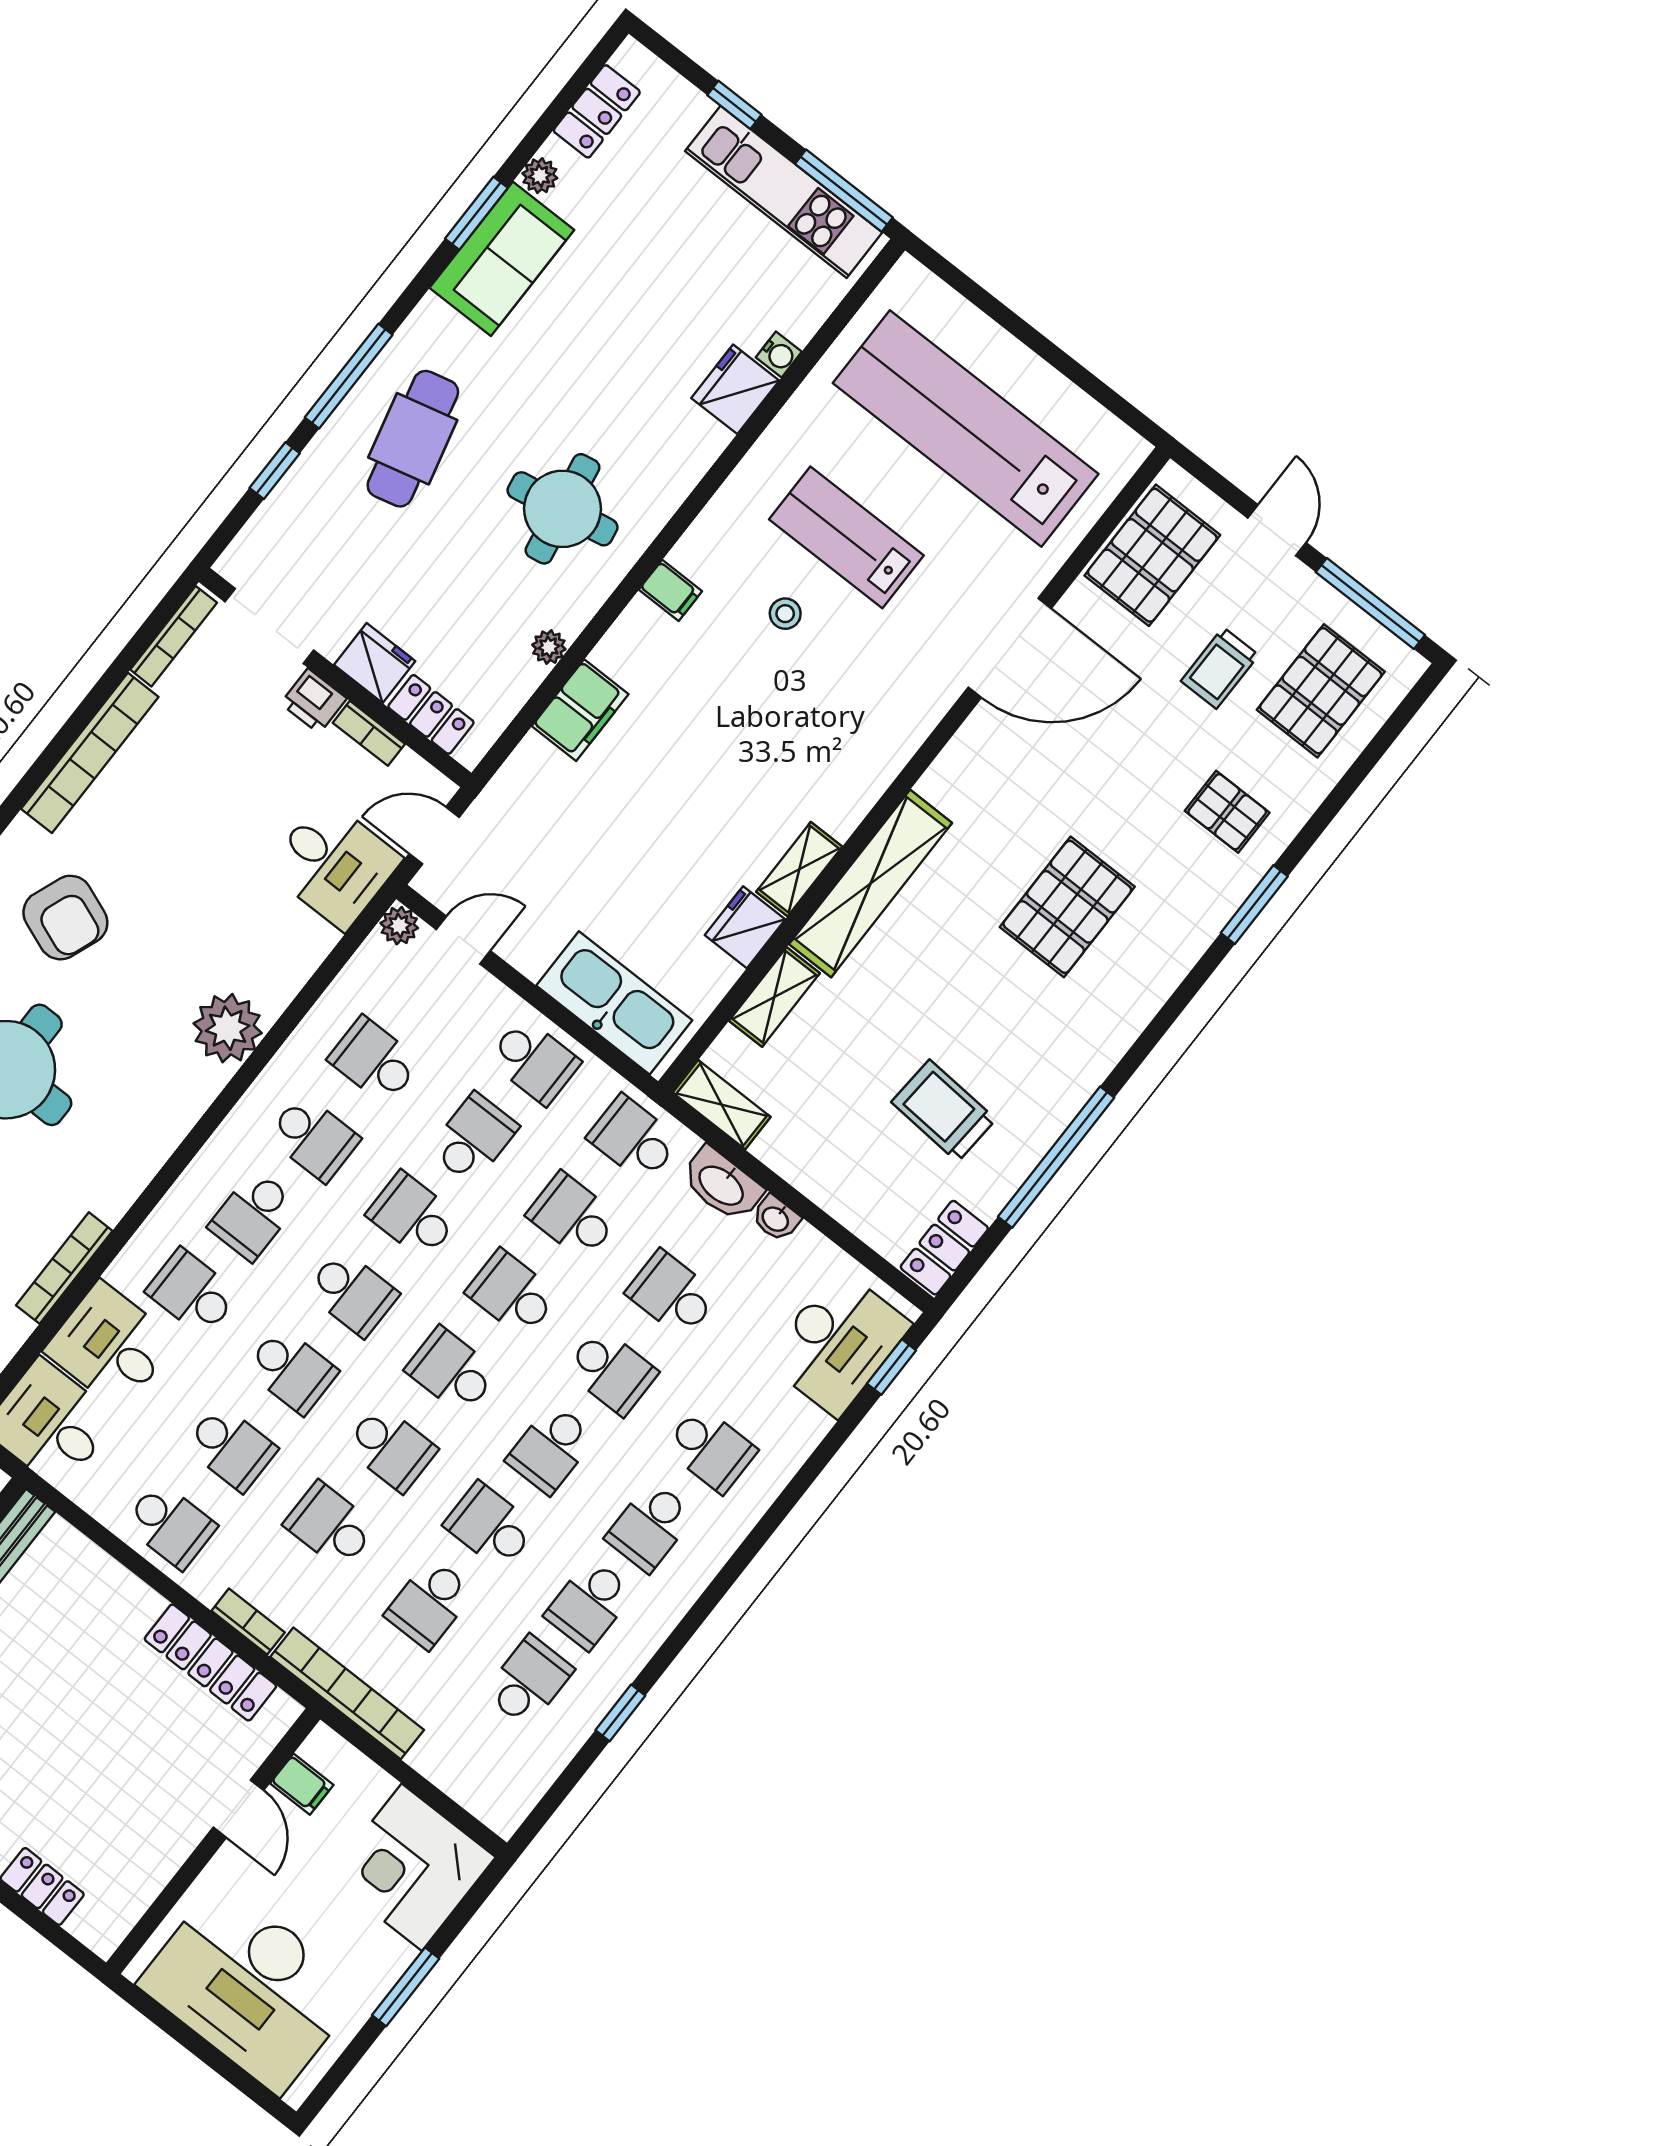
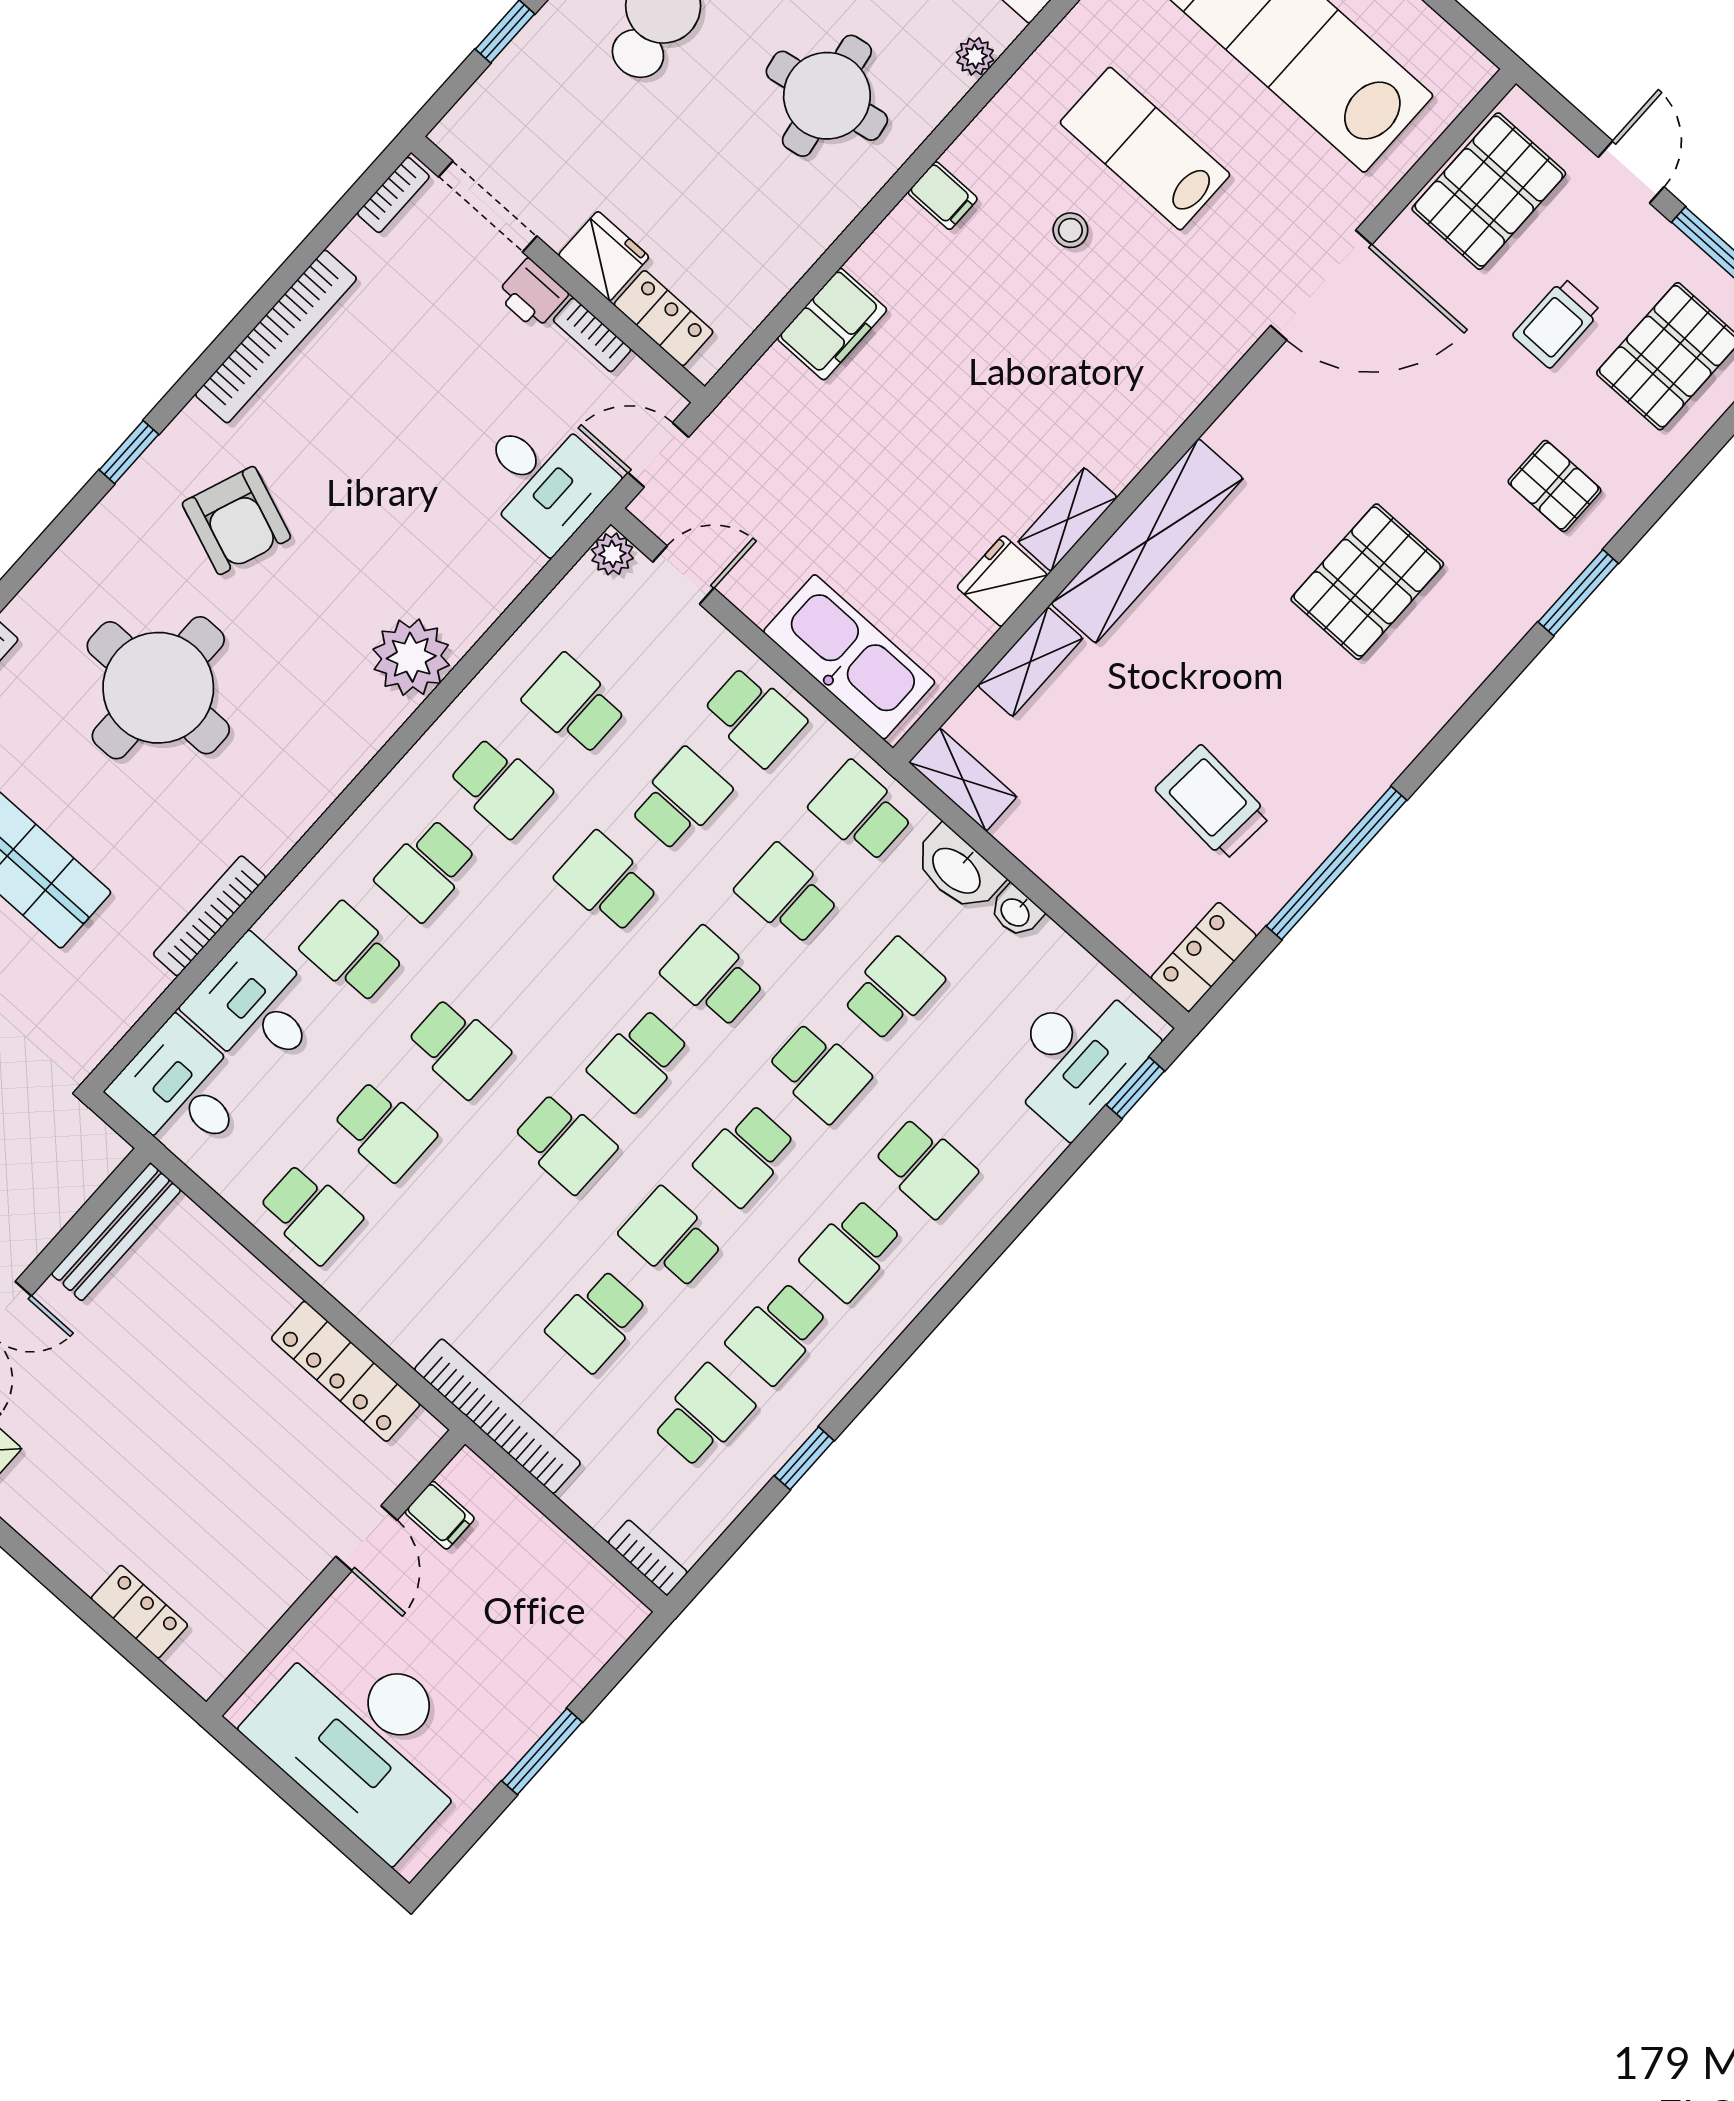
bookcase: (174, 636) -> (393, 195), width x0.64
plant: (549, 647) -> (975, 56), moved
school desk: (352, 1293) -> (533, 965), removed
school desk: (672, 1294) -> (893, 989), turned 90
school desk: (452, 1371) -> (639, 1060), turned -90
school desk: (330, 1526) -> (491, 1226), removed
bookcase: (248, 1622) -> (648, 1558), moved
corner desk: (412, 1867) -> (558, 1617), removed

